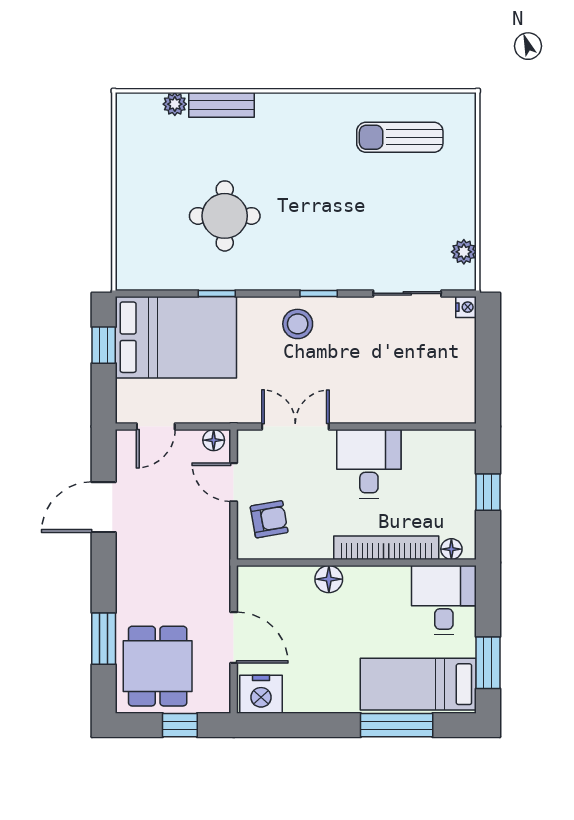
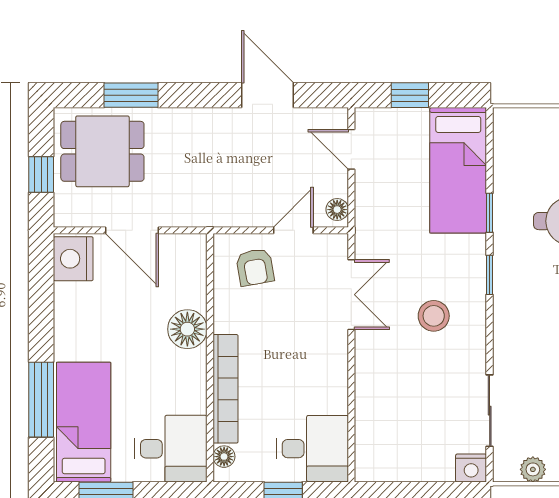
window: (319, 293) -> (490, 275), moved
nightstand: (466, 307) -> (471, 468), width x1.39, depth x1.35
stool: (298, 324) -> (434, 316), moved
bed: (176, 337) -> (458, 170), width x0.67
window: (104, 345) -> (410, 95), moved
desk: (369, 464) -> (312, 449), moved
floor lamp: (329, 579) -> (187, 329), width x1.38, depth x1.38
door: (234, 638) -> (132, 230), hinge flipped

